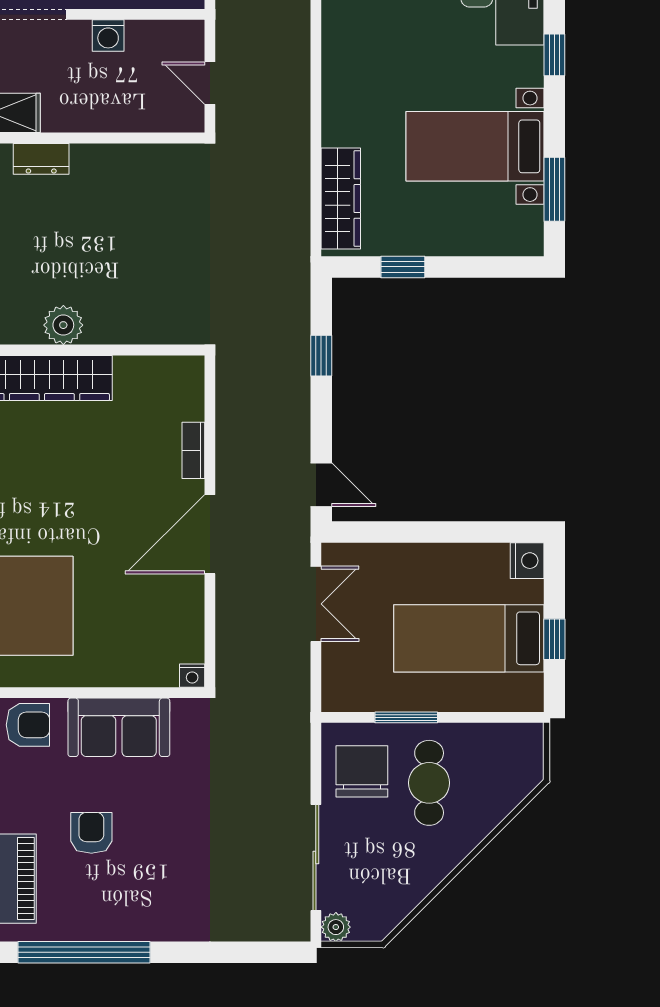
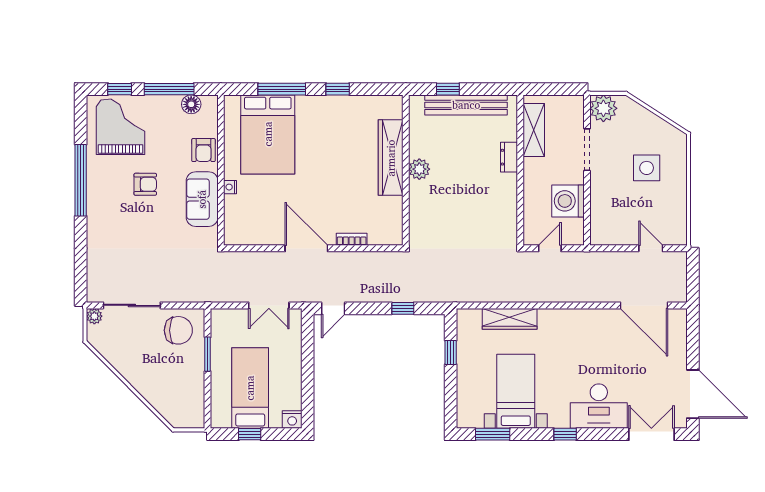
washing machine: (108, 35) -> (568, 201), width x1.89, depth x1.89
wardrobe: (341, 199) -> (510, 319), moved
nightstand: (192, 676) -> (230, 187), moved
cafe table: (429, 783) -> (172, 367), removed

